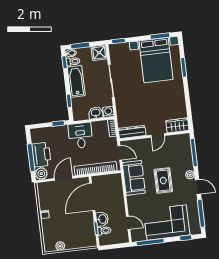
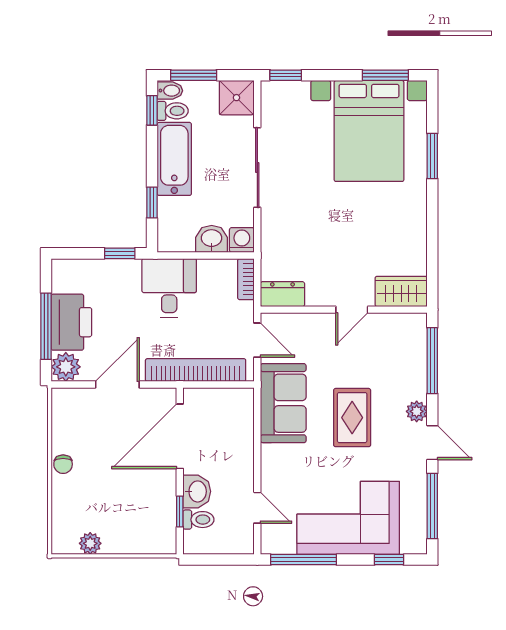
dresser: (132, 132) -> (282, 294), width x0.70

